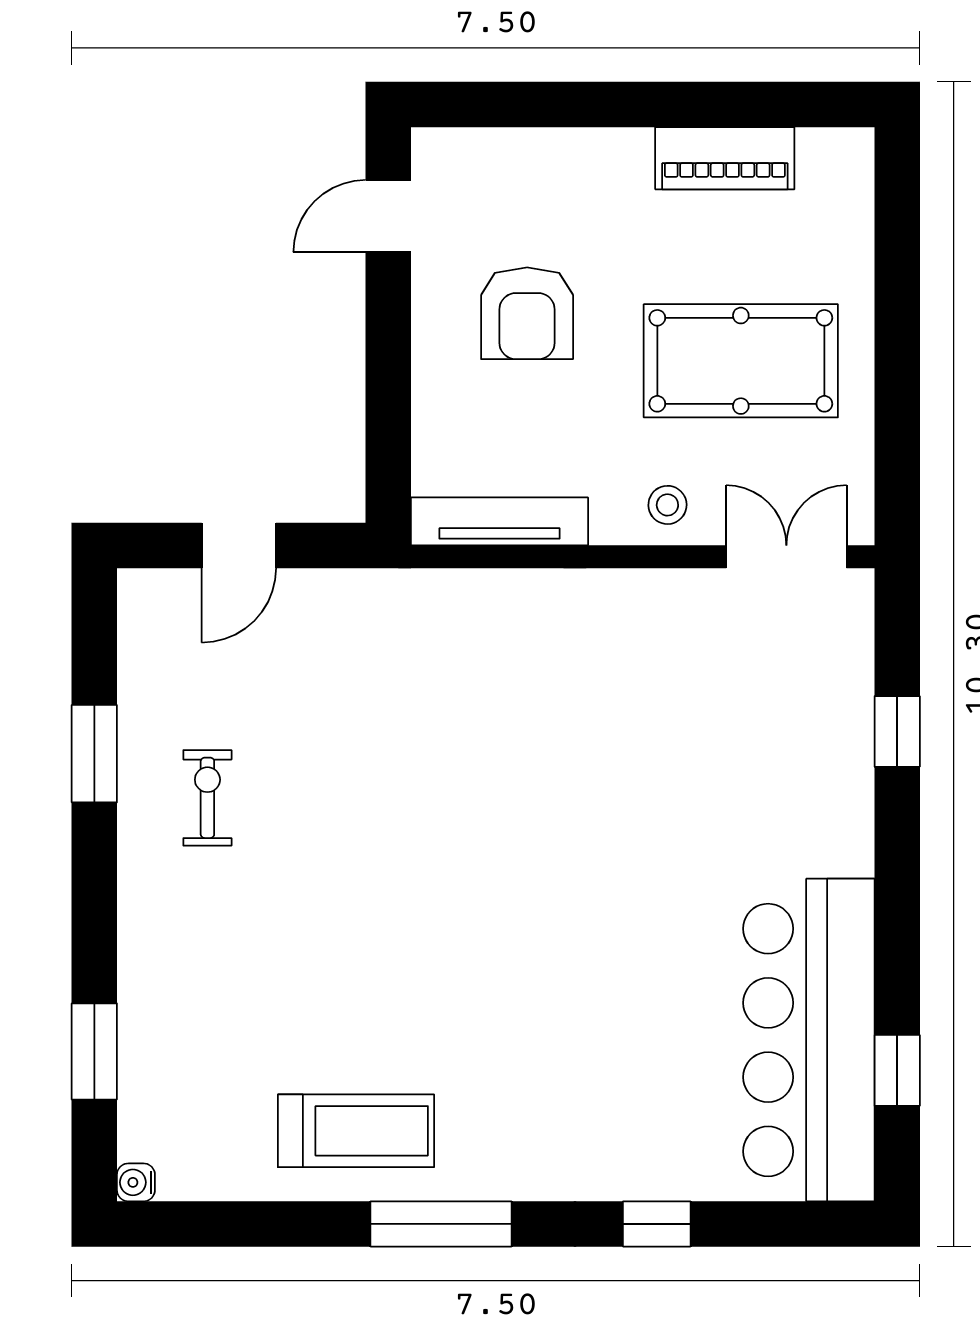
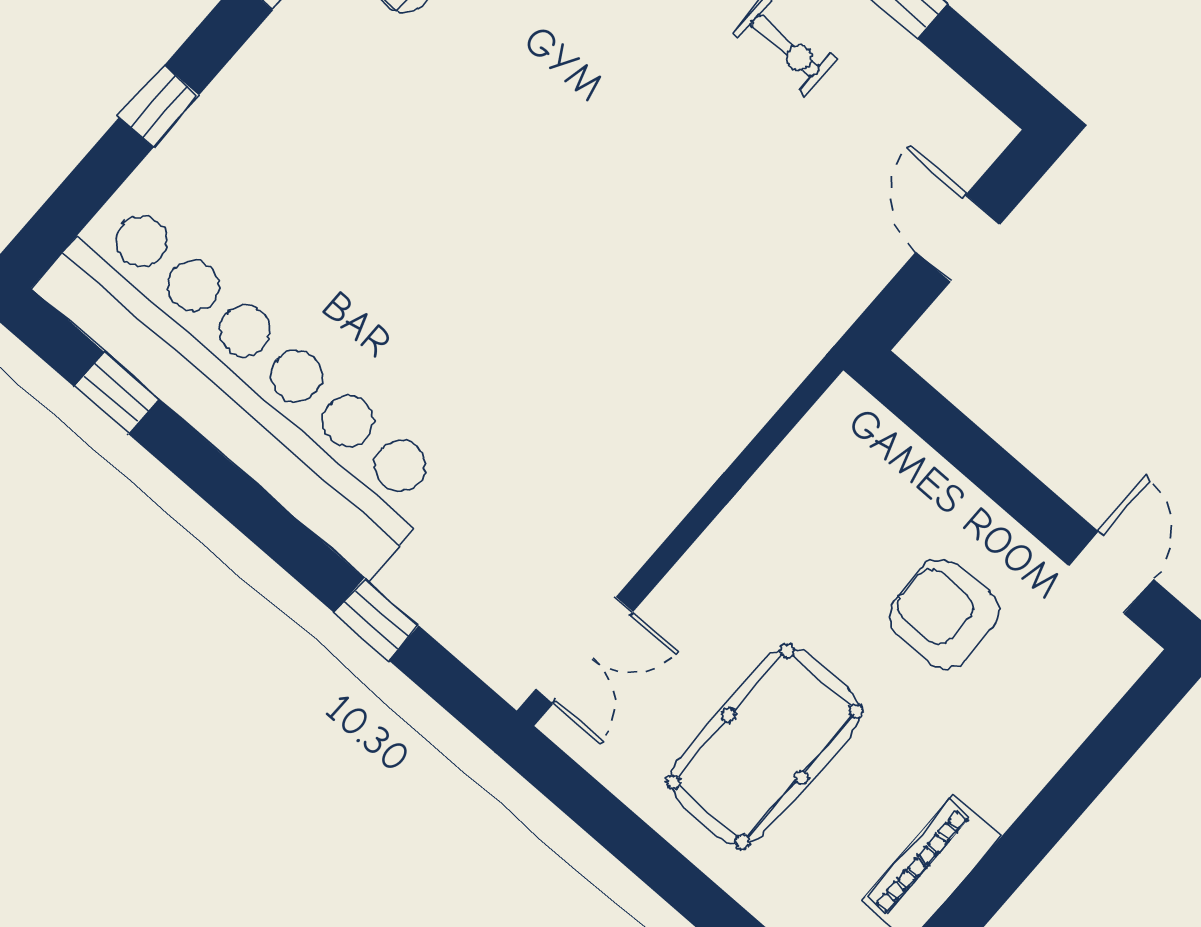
stool: (667, 505) -> (703, 594), removed
tv unit: (500, 521) -> (803, 454), removed
bar counter: (809, 1040) -> (244, 385), width x1.36

